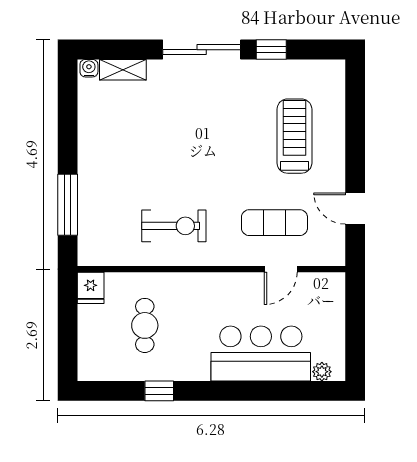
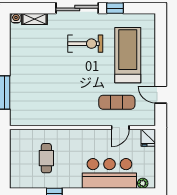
treadmill: (294, 136) -> (128, 55), width x1.37, depth x1.38
exercise bike: (174, 226) -> (85, 44), moved
fridge: (91, 288) -> (148, 138), moved

